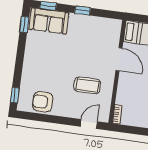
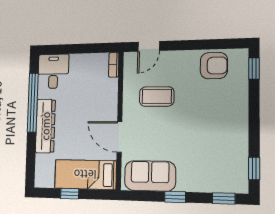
sofa: (49, 21) -> (150, 176), moved

